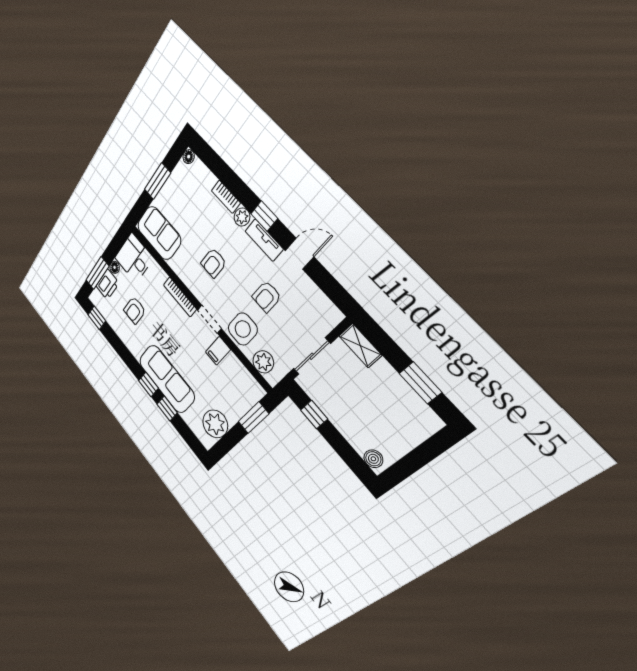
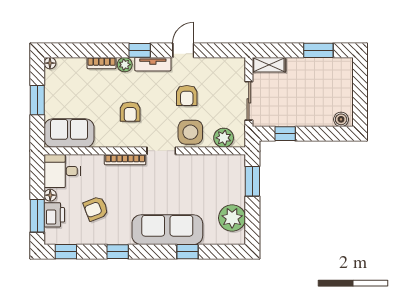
armchair: (135, 310) -> (96, 209), turned 69
filing cabinet: (218, 351) -> (187, 165), removed
window: (148, 384) -> (118, 252), moved

